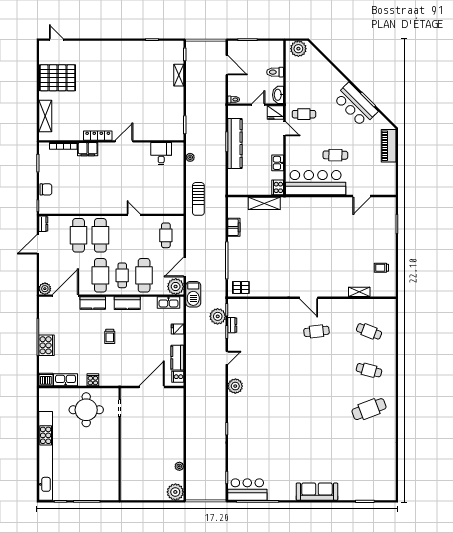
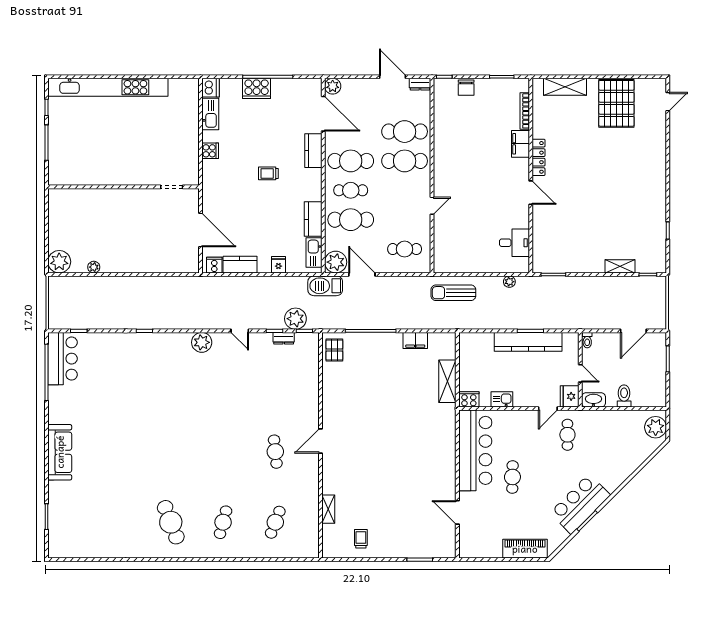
kitchen counter: (127, 303) -> (313, 219), moved
round table: (86, 410) -> (170, 142), removed

